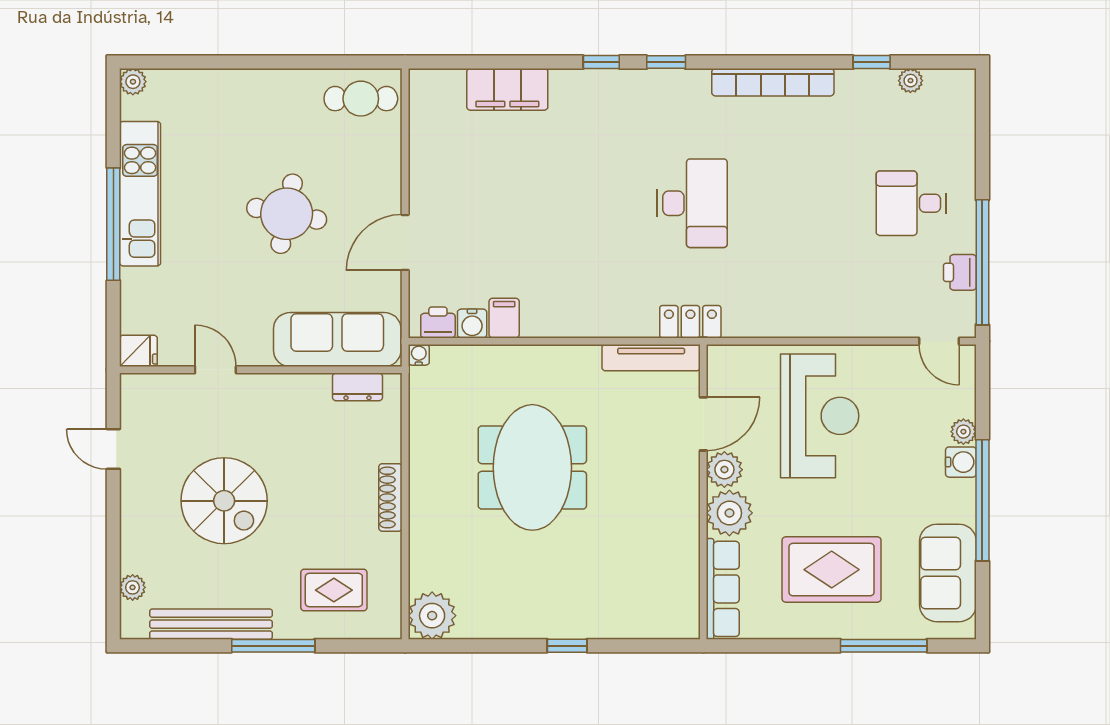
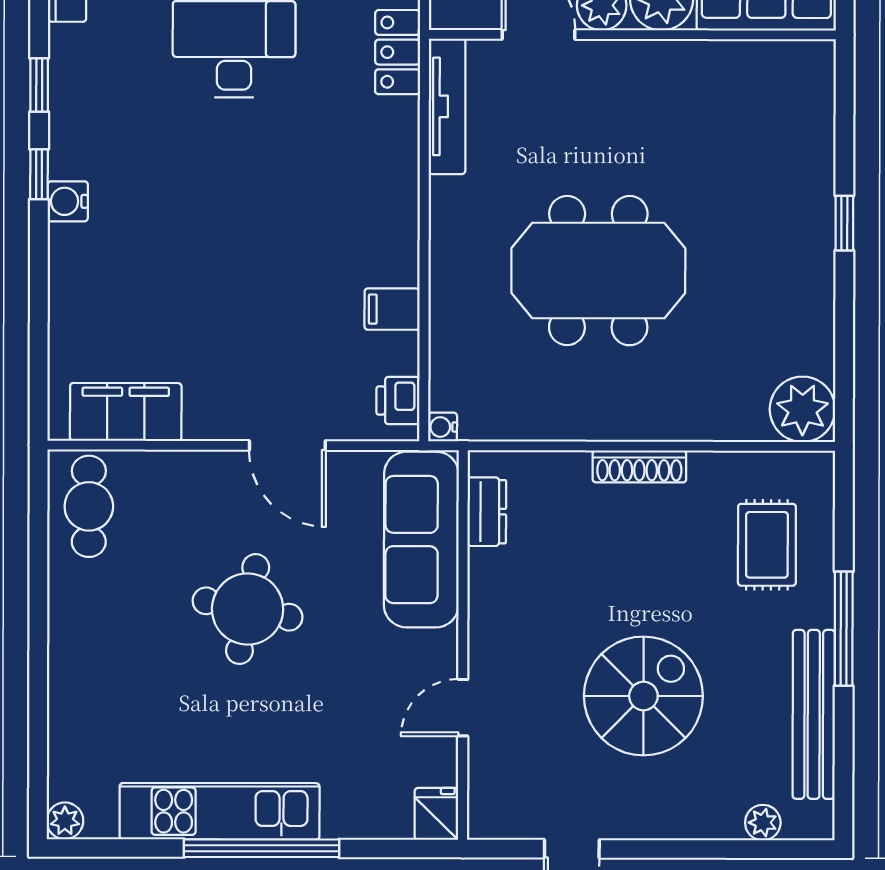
filing cabinet: (507, 89) -> (126, 412), moved, turned -90
water cooler: (472, 323) -> (68, 201), moved, turned 180

